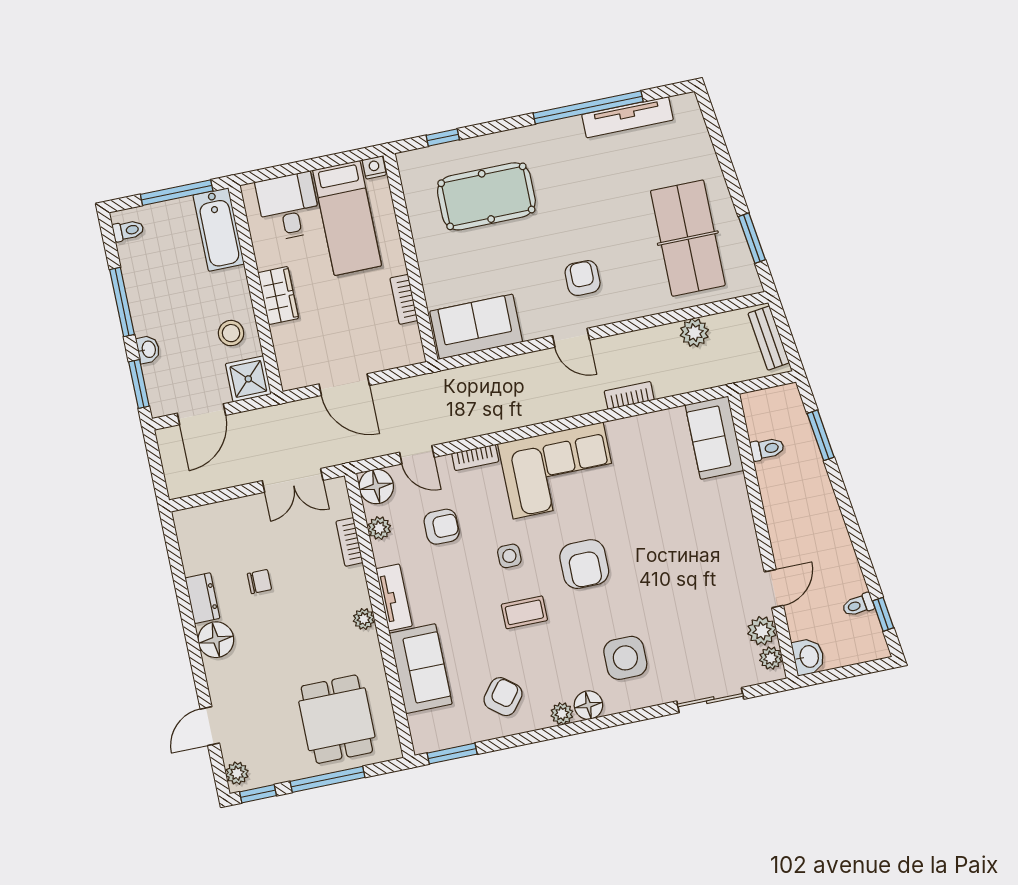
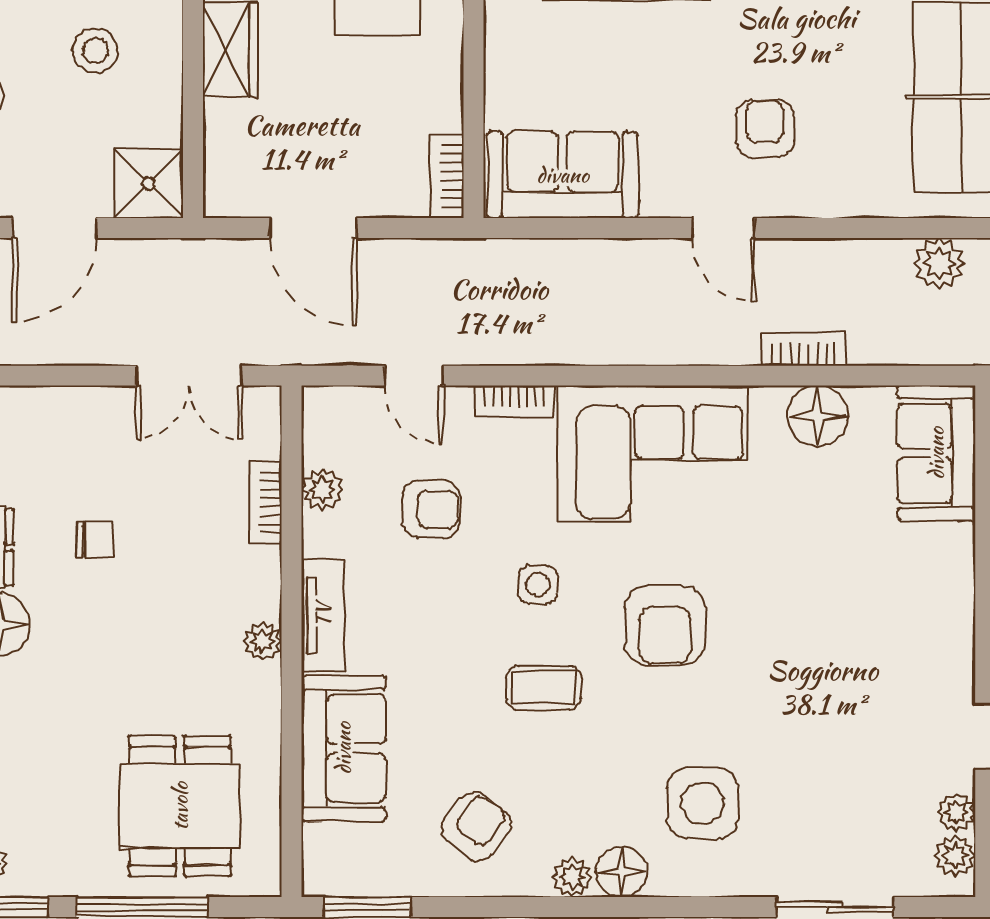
bookcase: (404, 299) -> (447, 176), moved
stool: (231, 333) -> (95, 50), moved
floor lamp: (376, 486) -> (817, 416), moved
plant: (762, 631) -> (956, 812), width x0.73, depth x0.73

